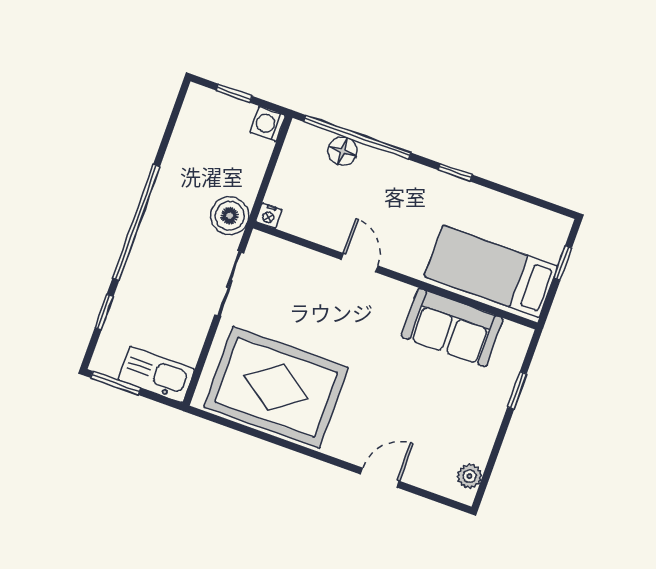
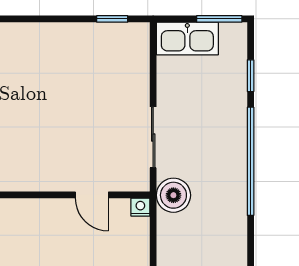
door: (360, 263) -> (92, 195), moved
rug: (276, 387) -> (82, 64), removed
window: (228, 423) -> (112, 19), added

